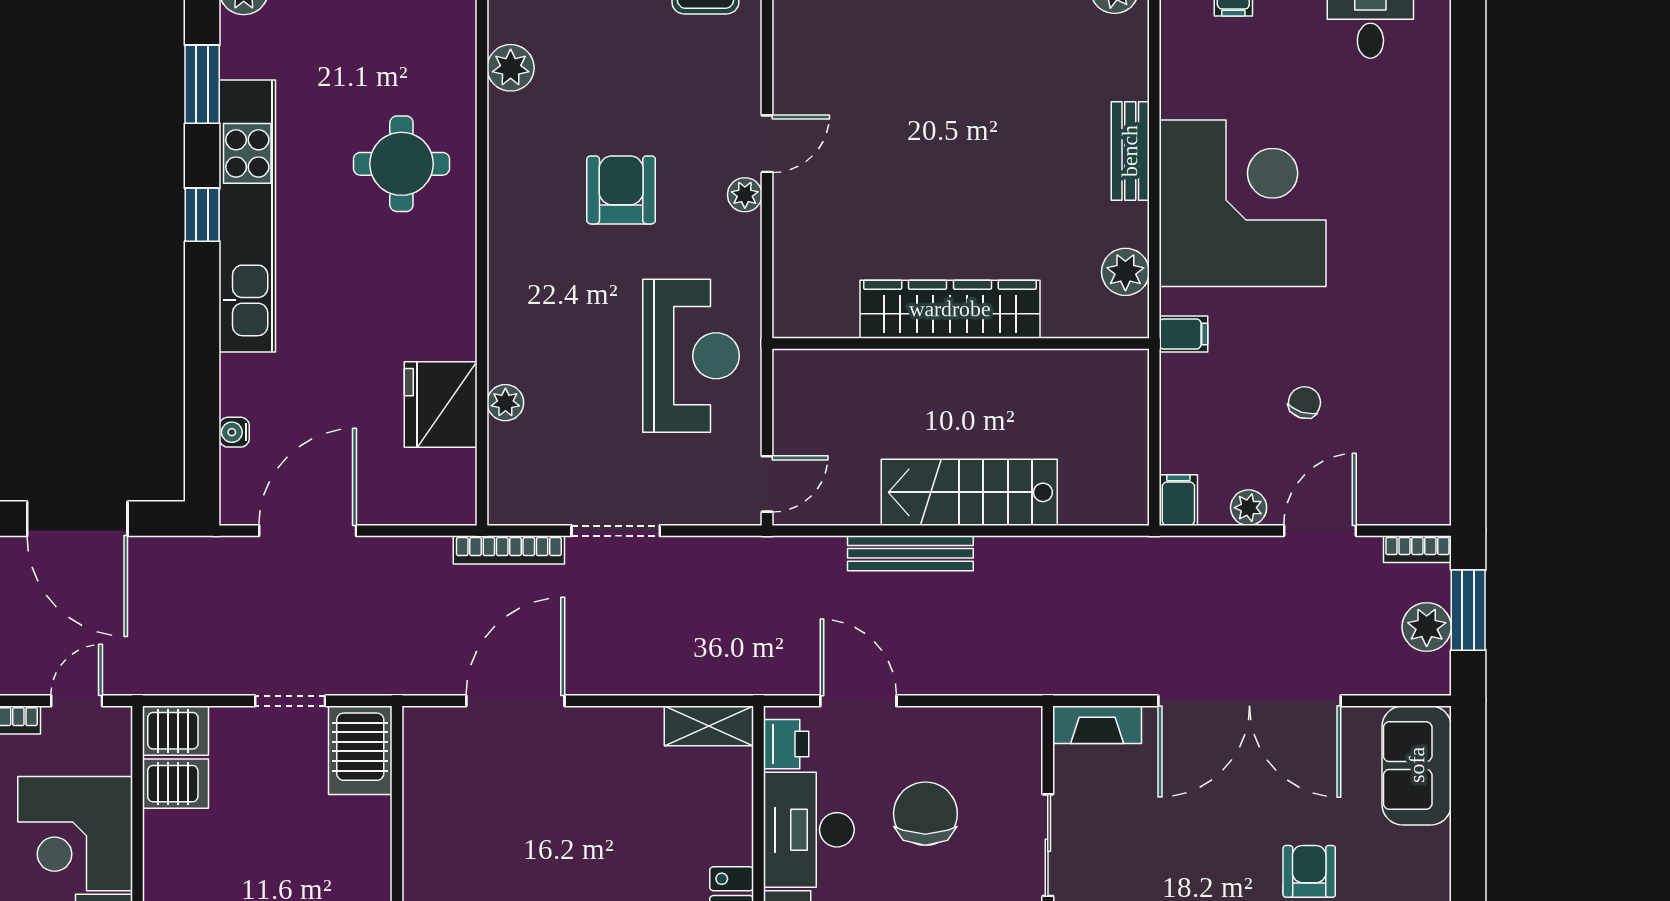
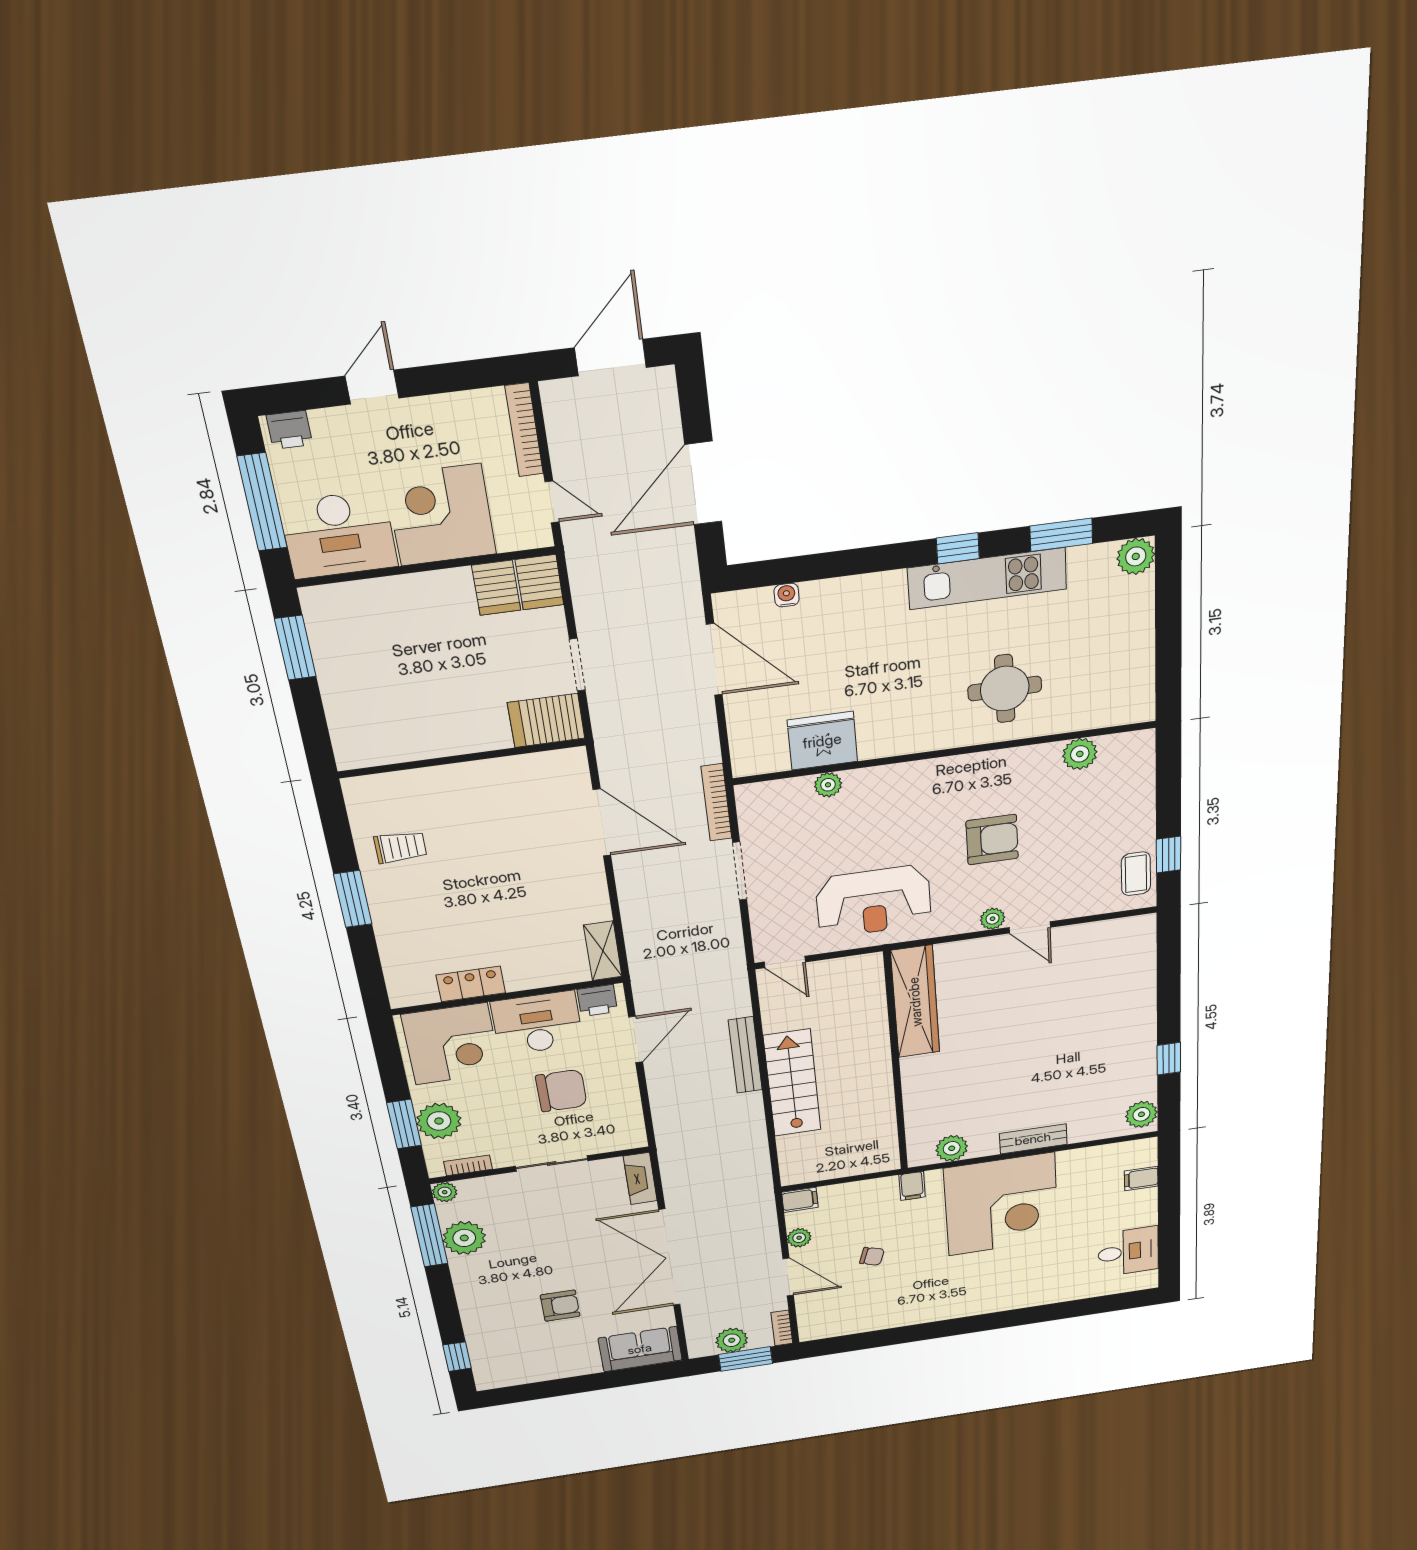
kitchen unit: (247, 216) -> (987, 579), width x0.73
wardrobe: (950, 309) -> (915, 1002), moved

